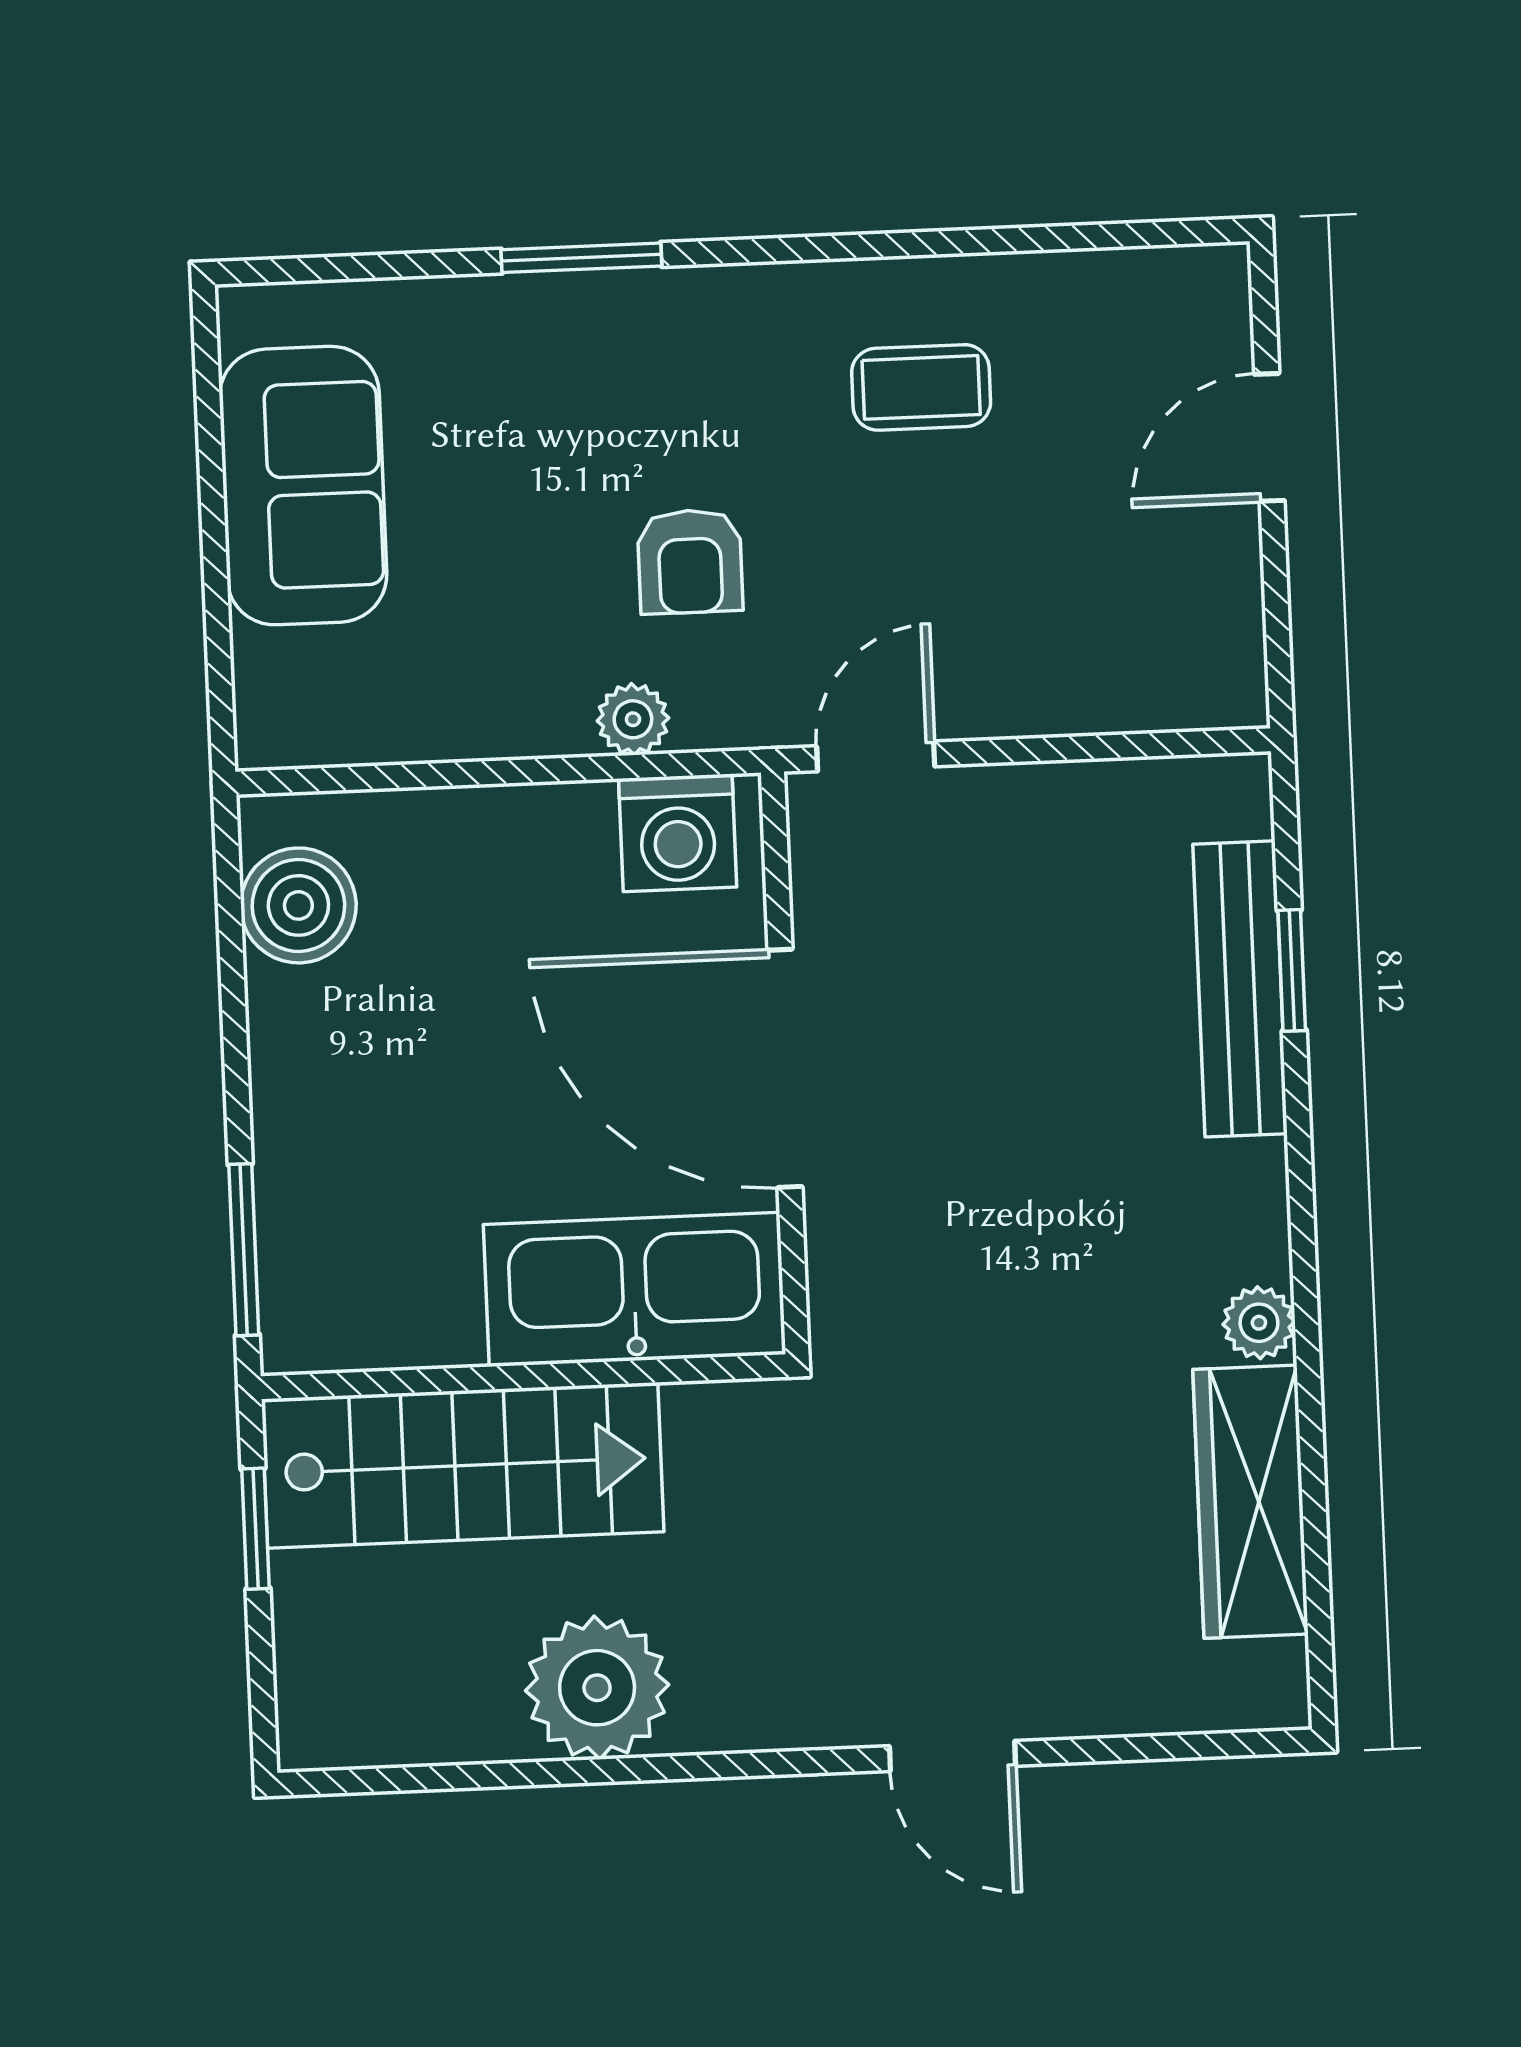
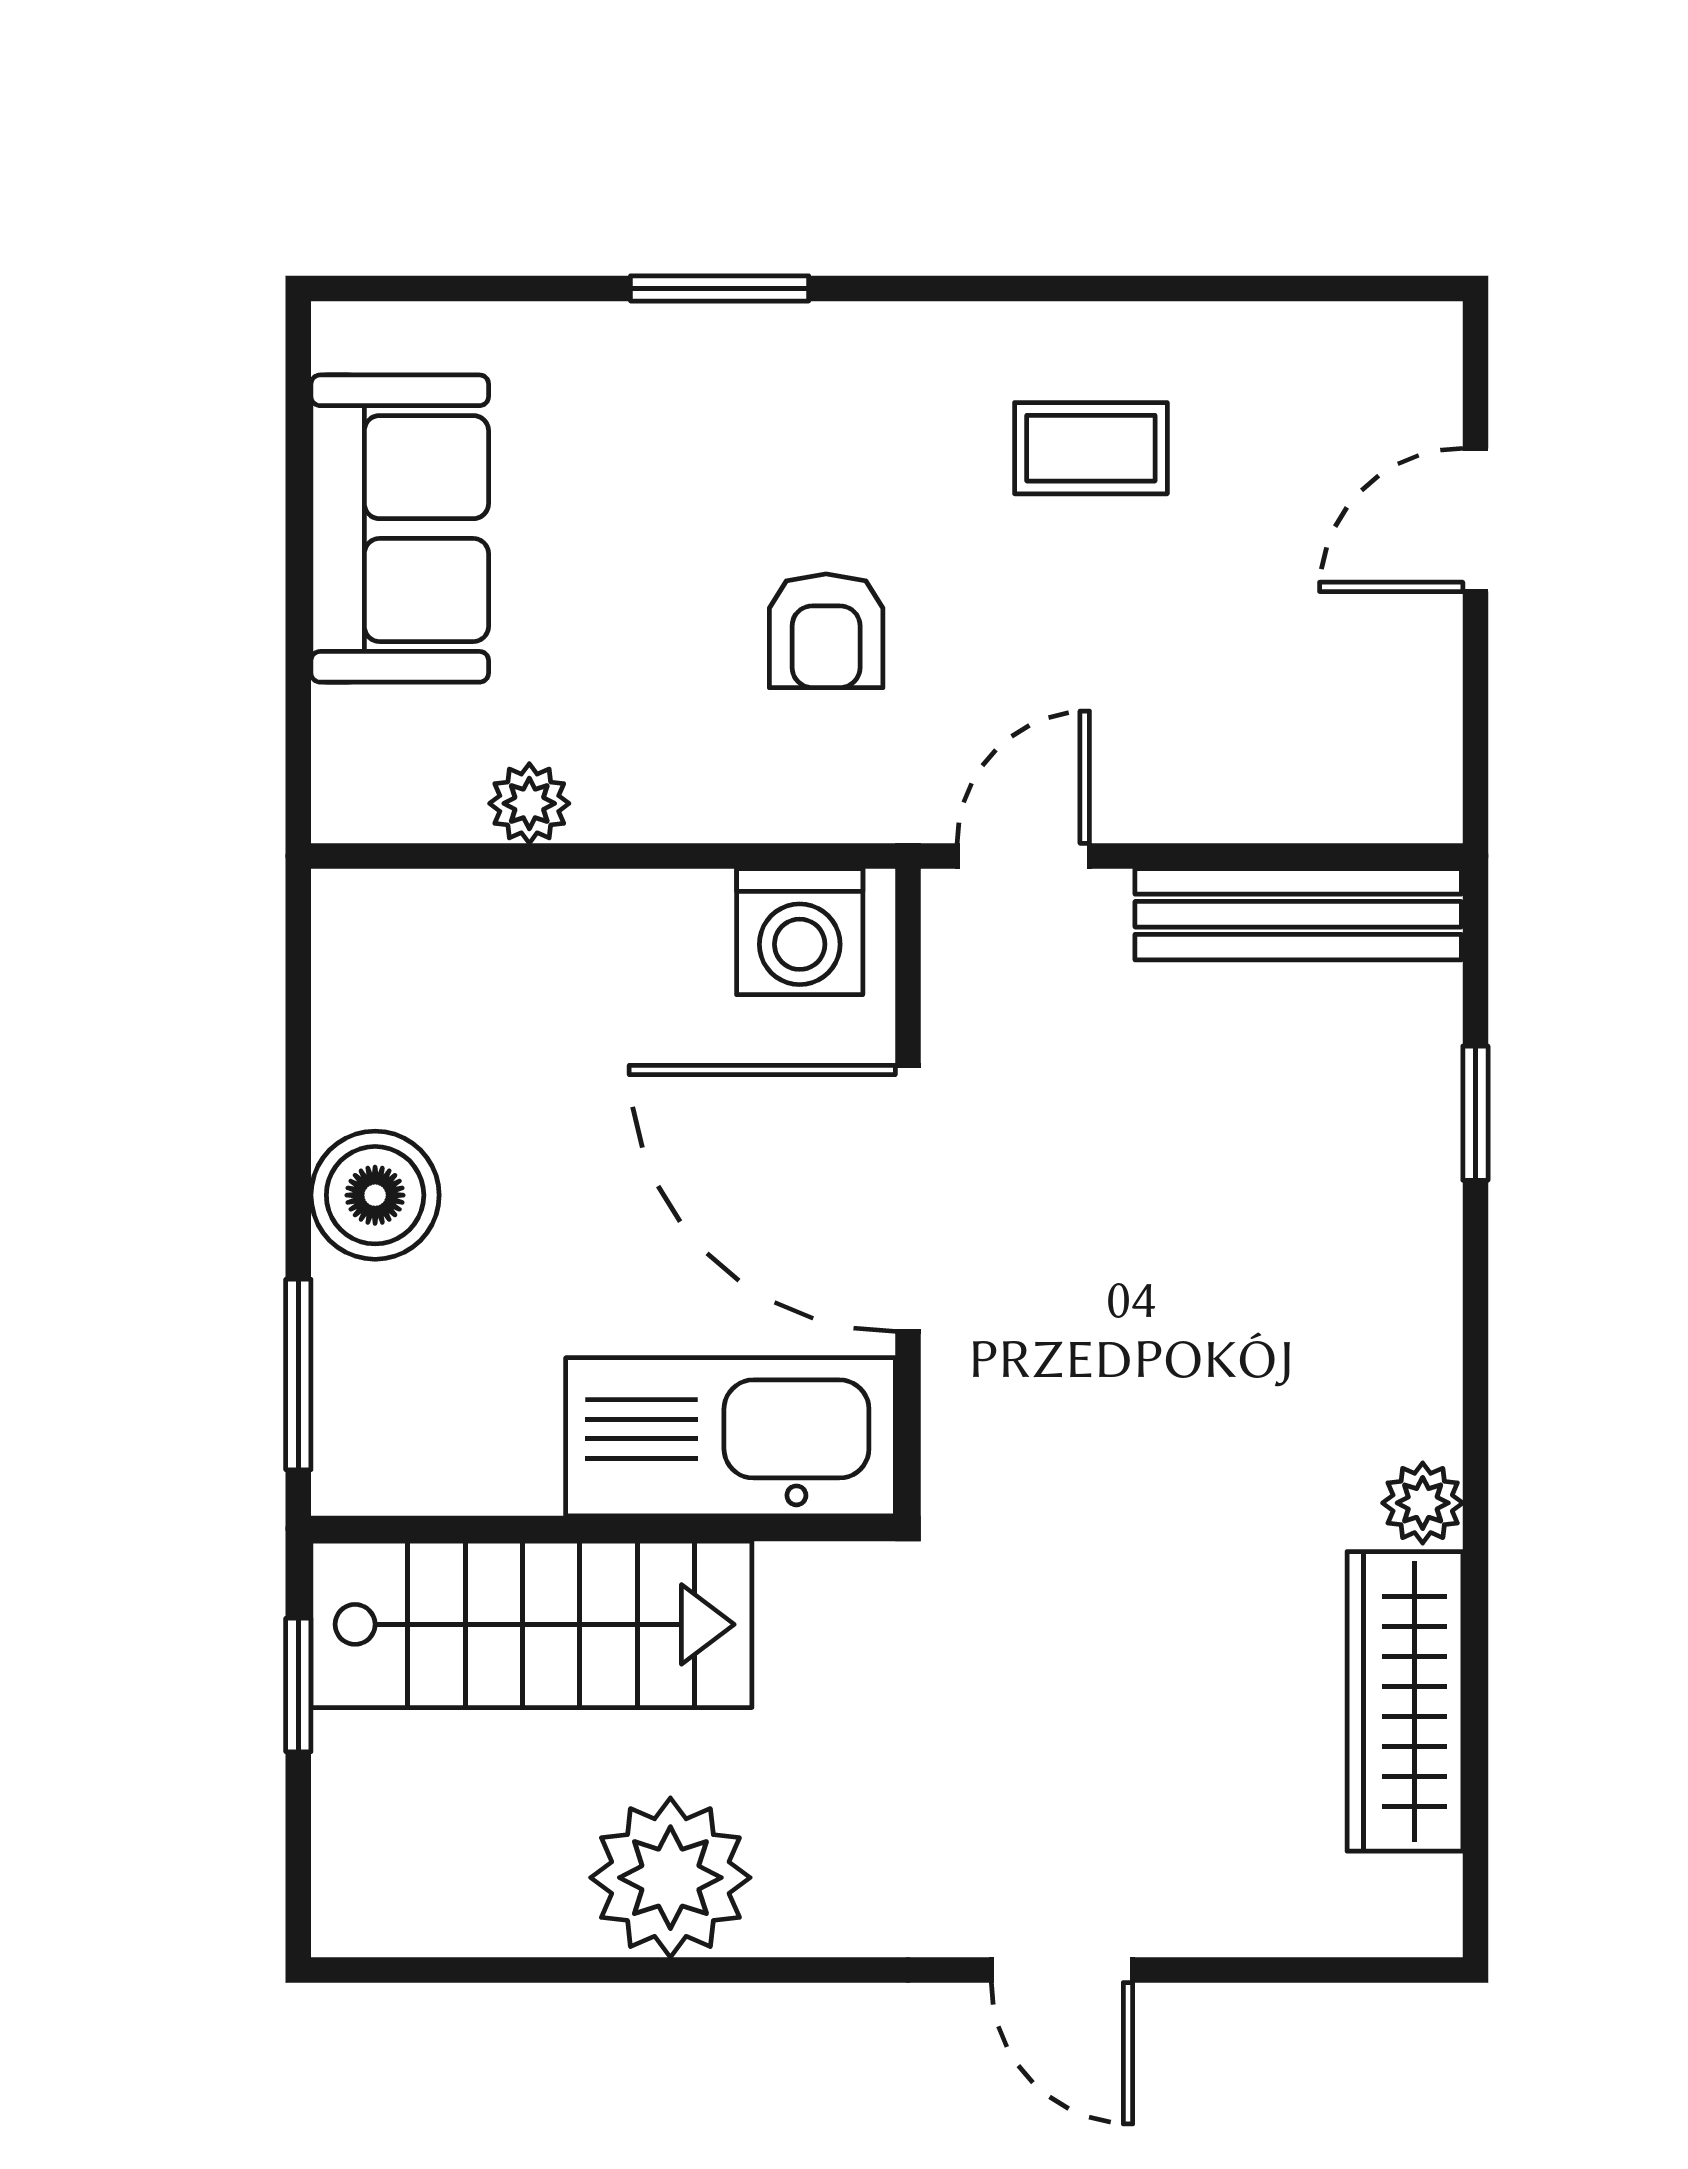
plant: (633, 719) -> (529, 803), moved
boiler: (298, 905) -> (375, 1195), moved
bench: (1240, 989) -> (1298, 914), moved, turned 90

